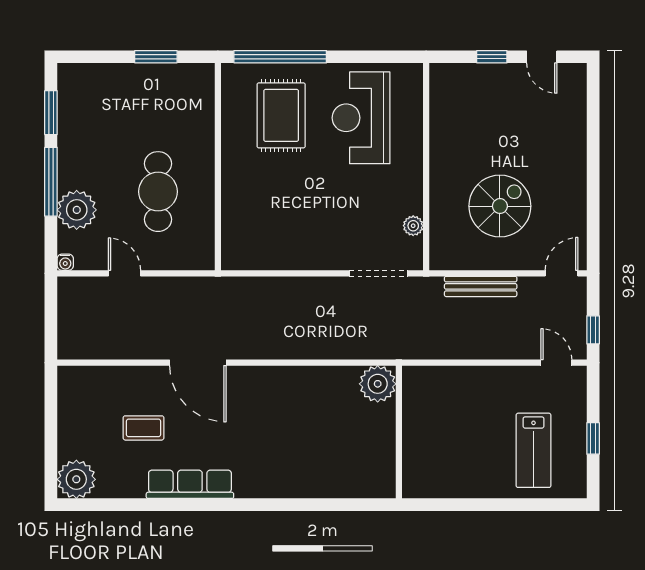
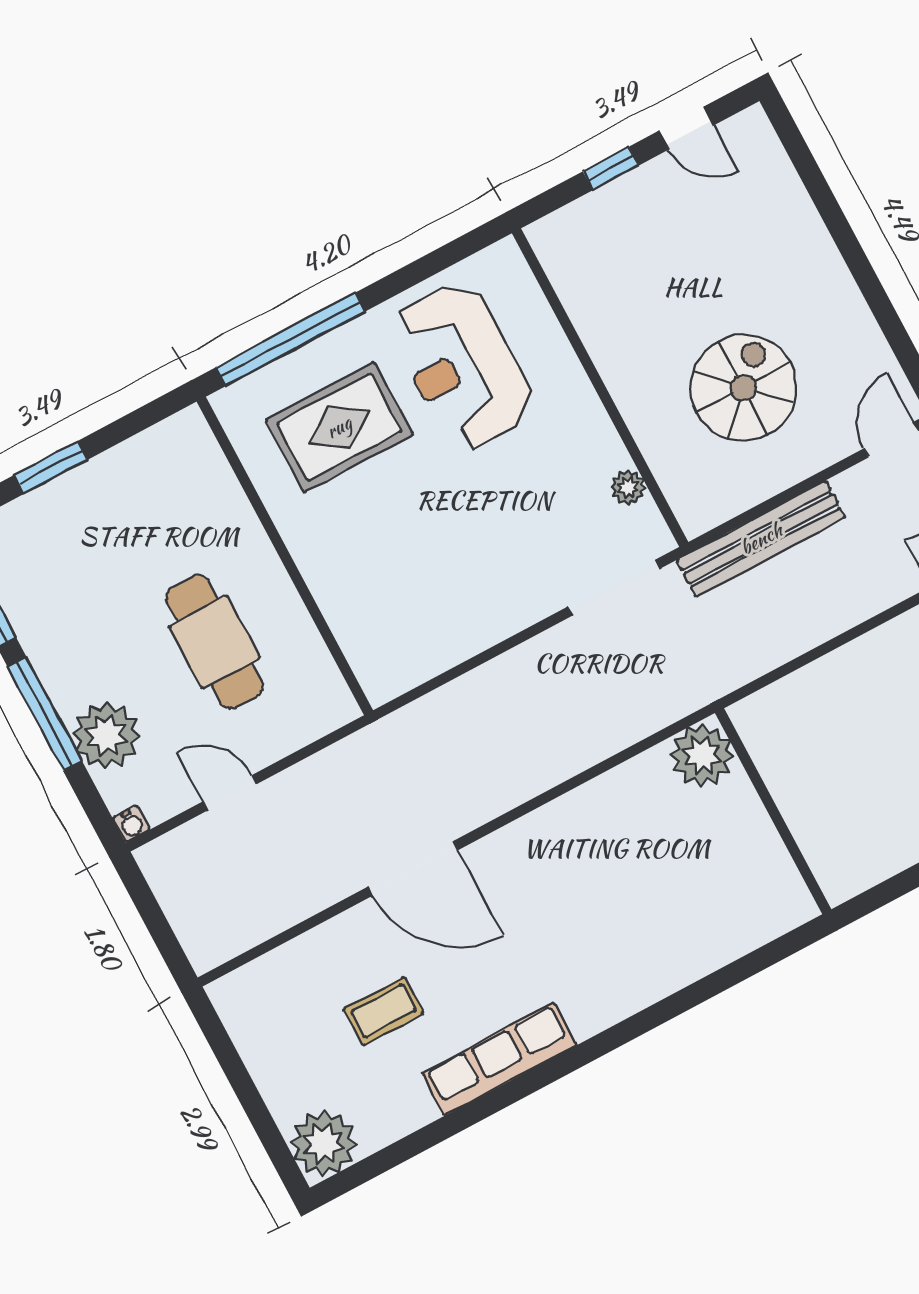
window: (156, 57) -> (51, 467), moved
rug: (281, 115) -> (339, 427), turned 90
bench: (481, 286) -> (761, 539), width x1.37, depth x1.21

